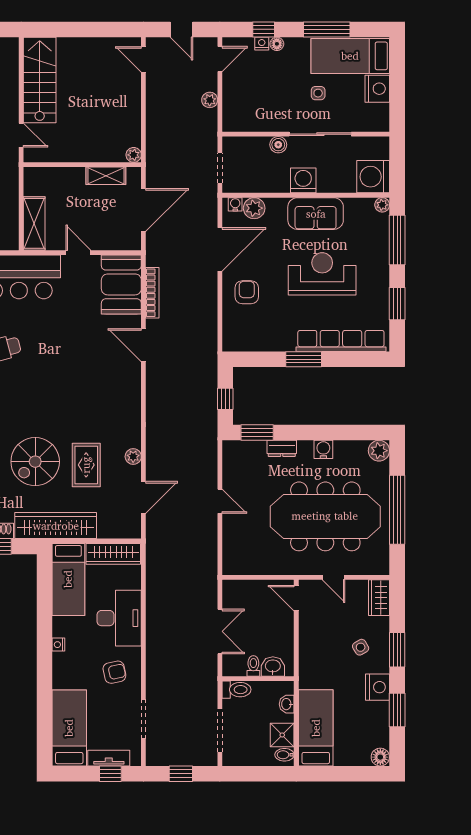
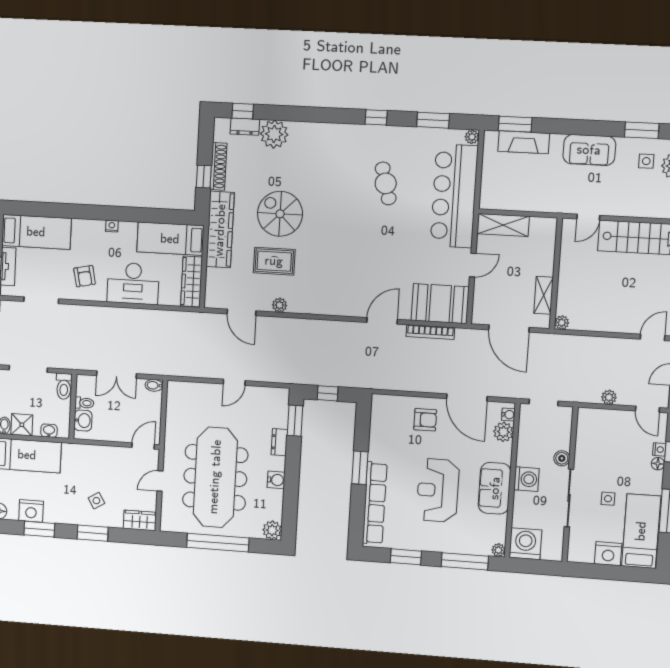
reception desk: (322, 274) -> (438, 490), turned 180
bidet: (229, 589) -> (154, 385), added
nightstand: (378, 687) -> (31, 511), moved

